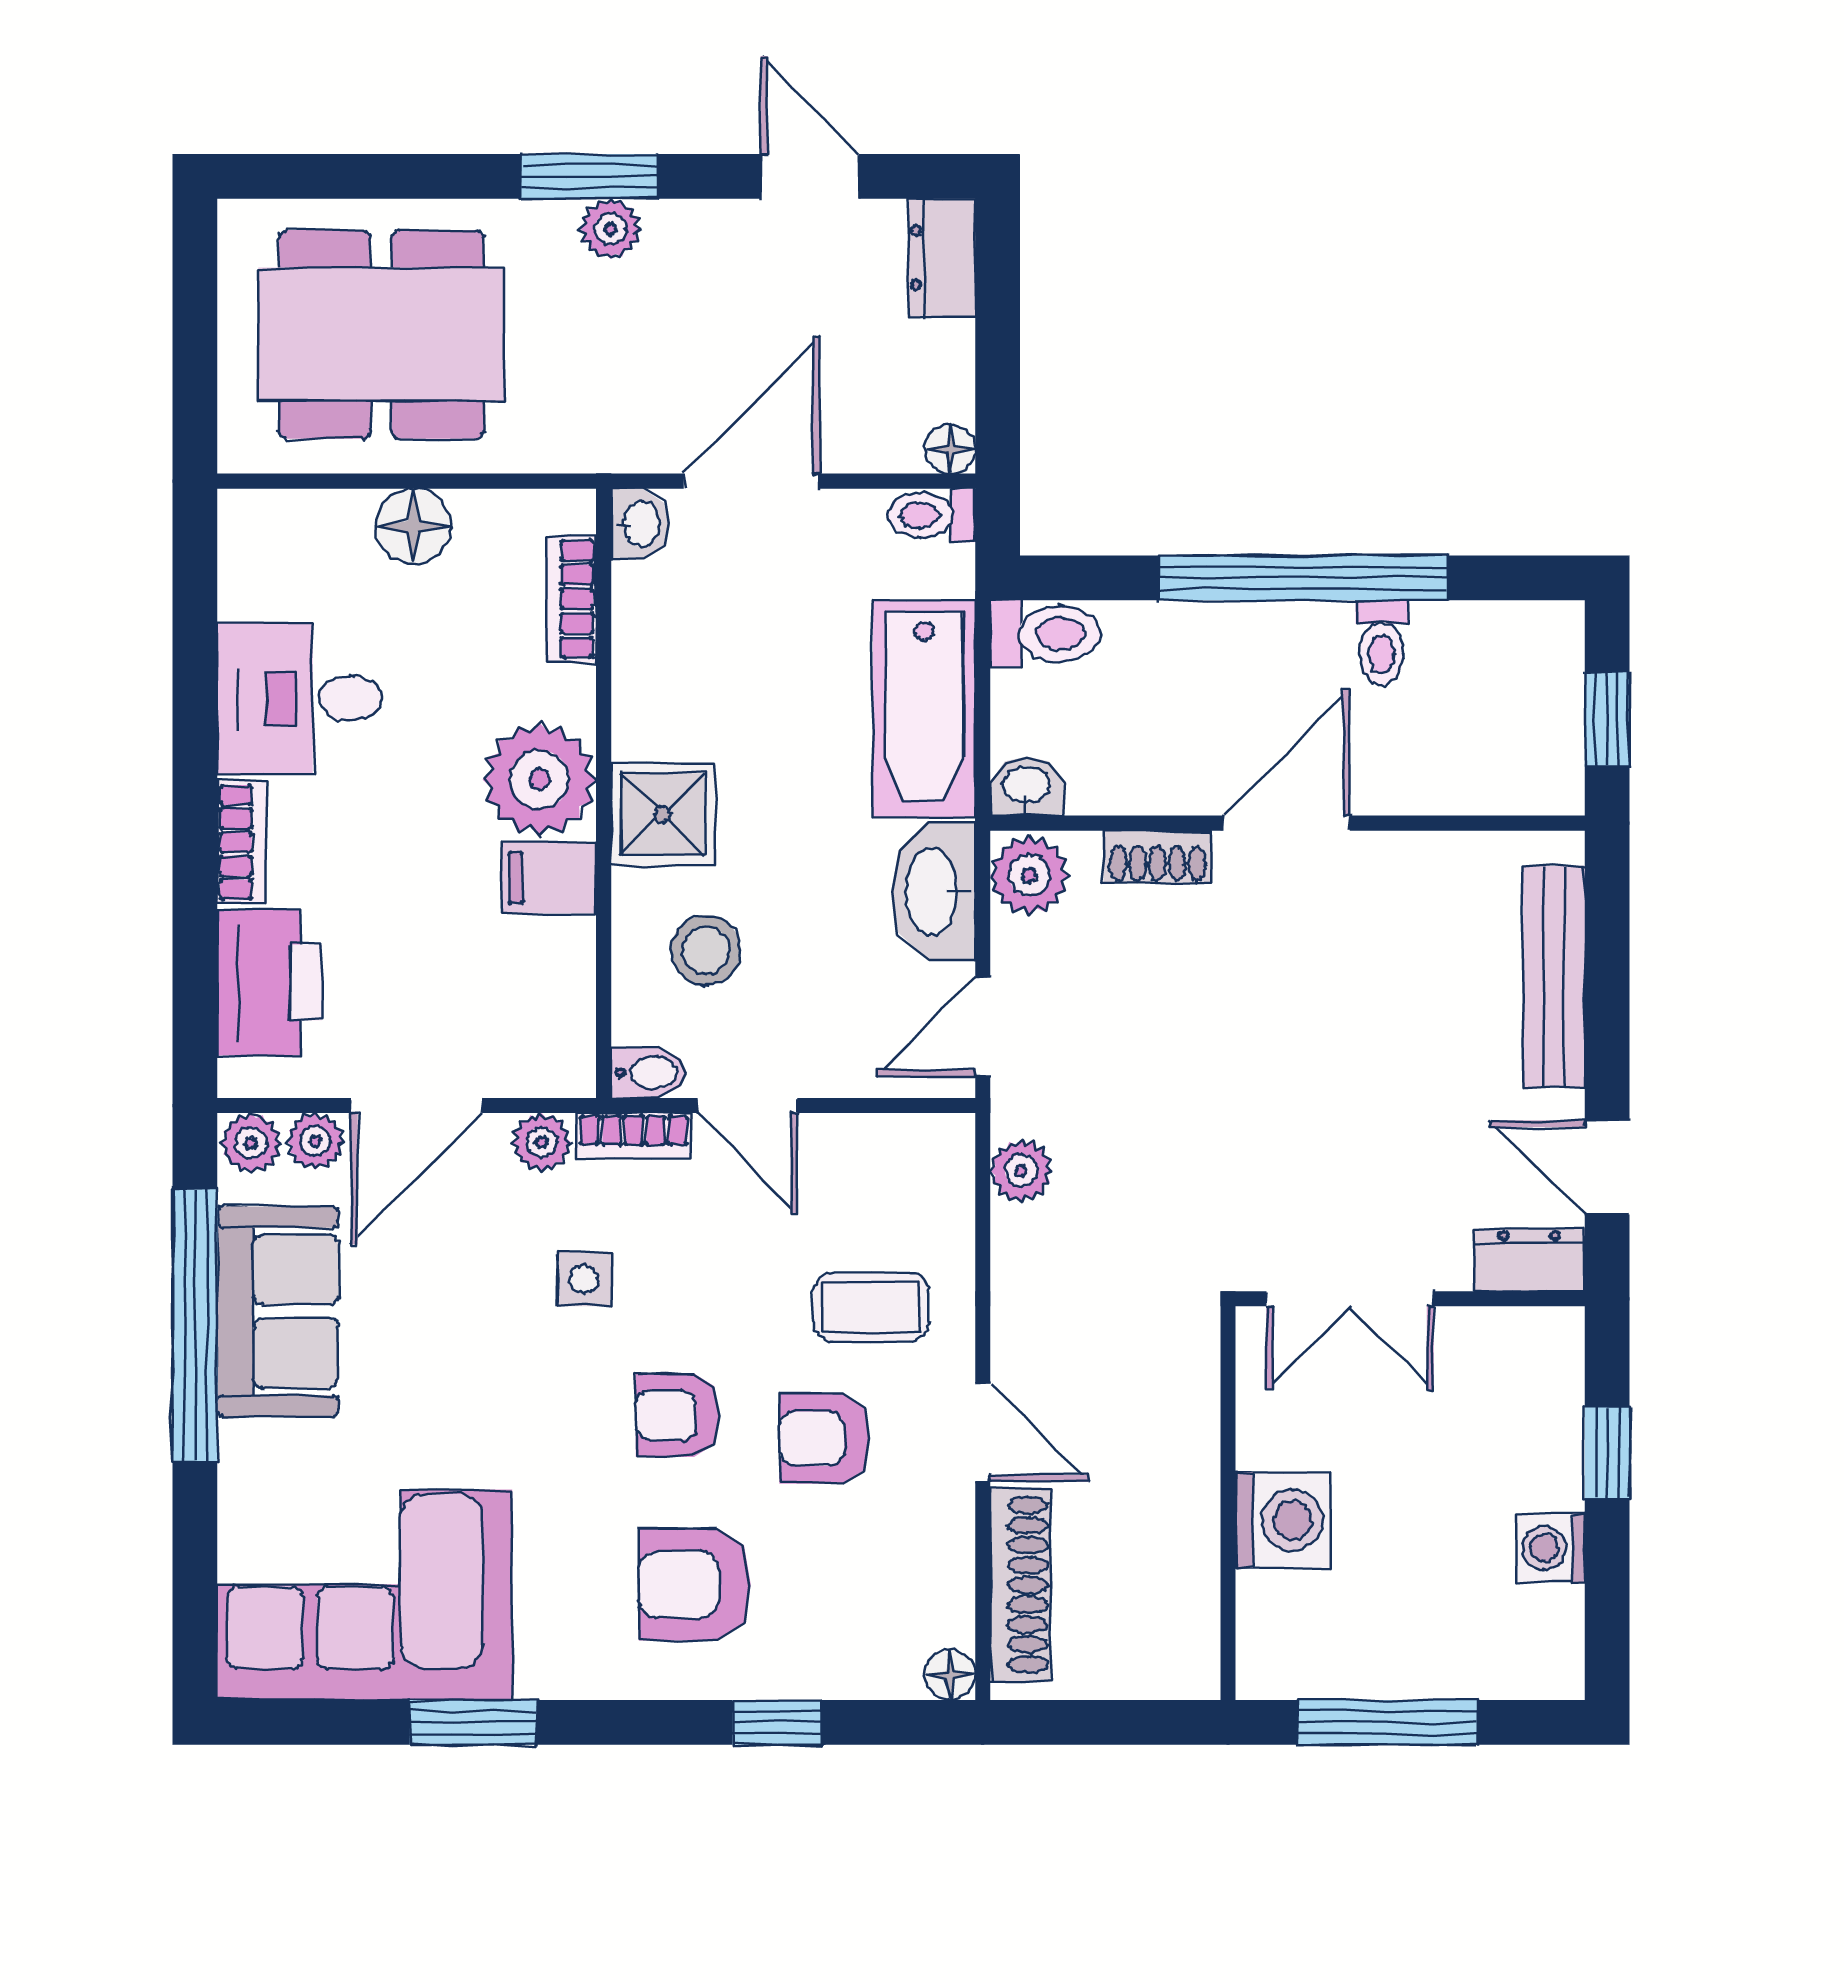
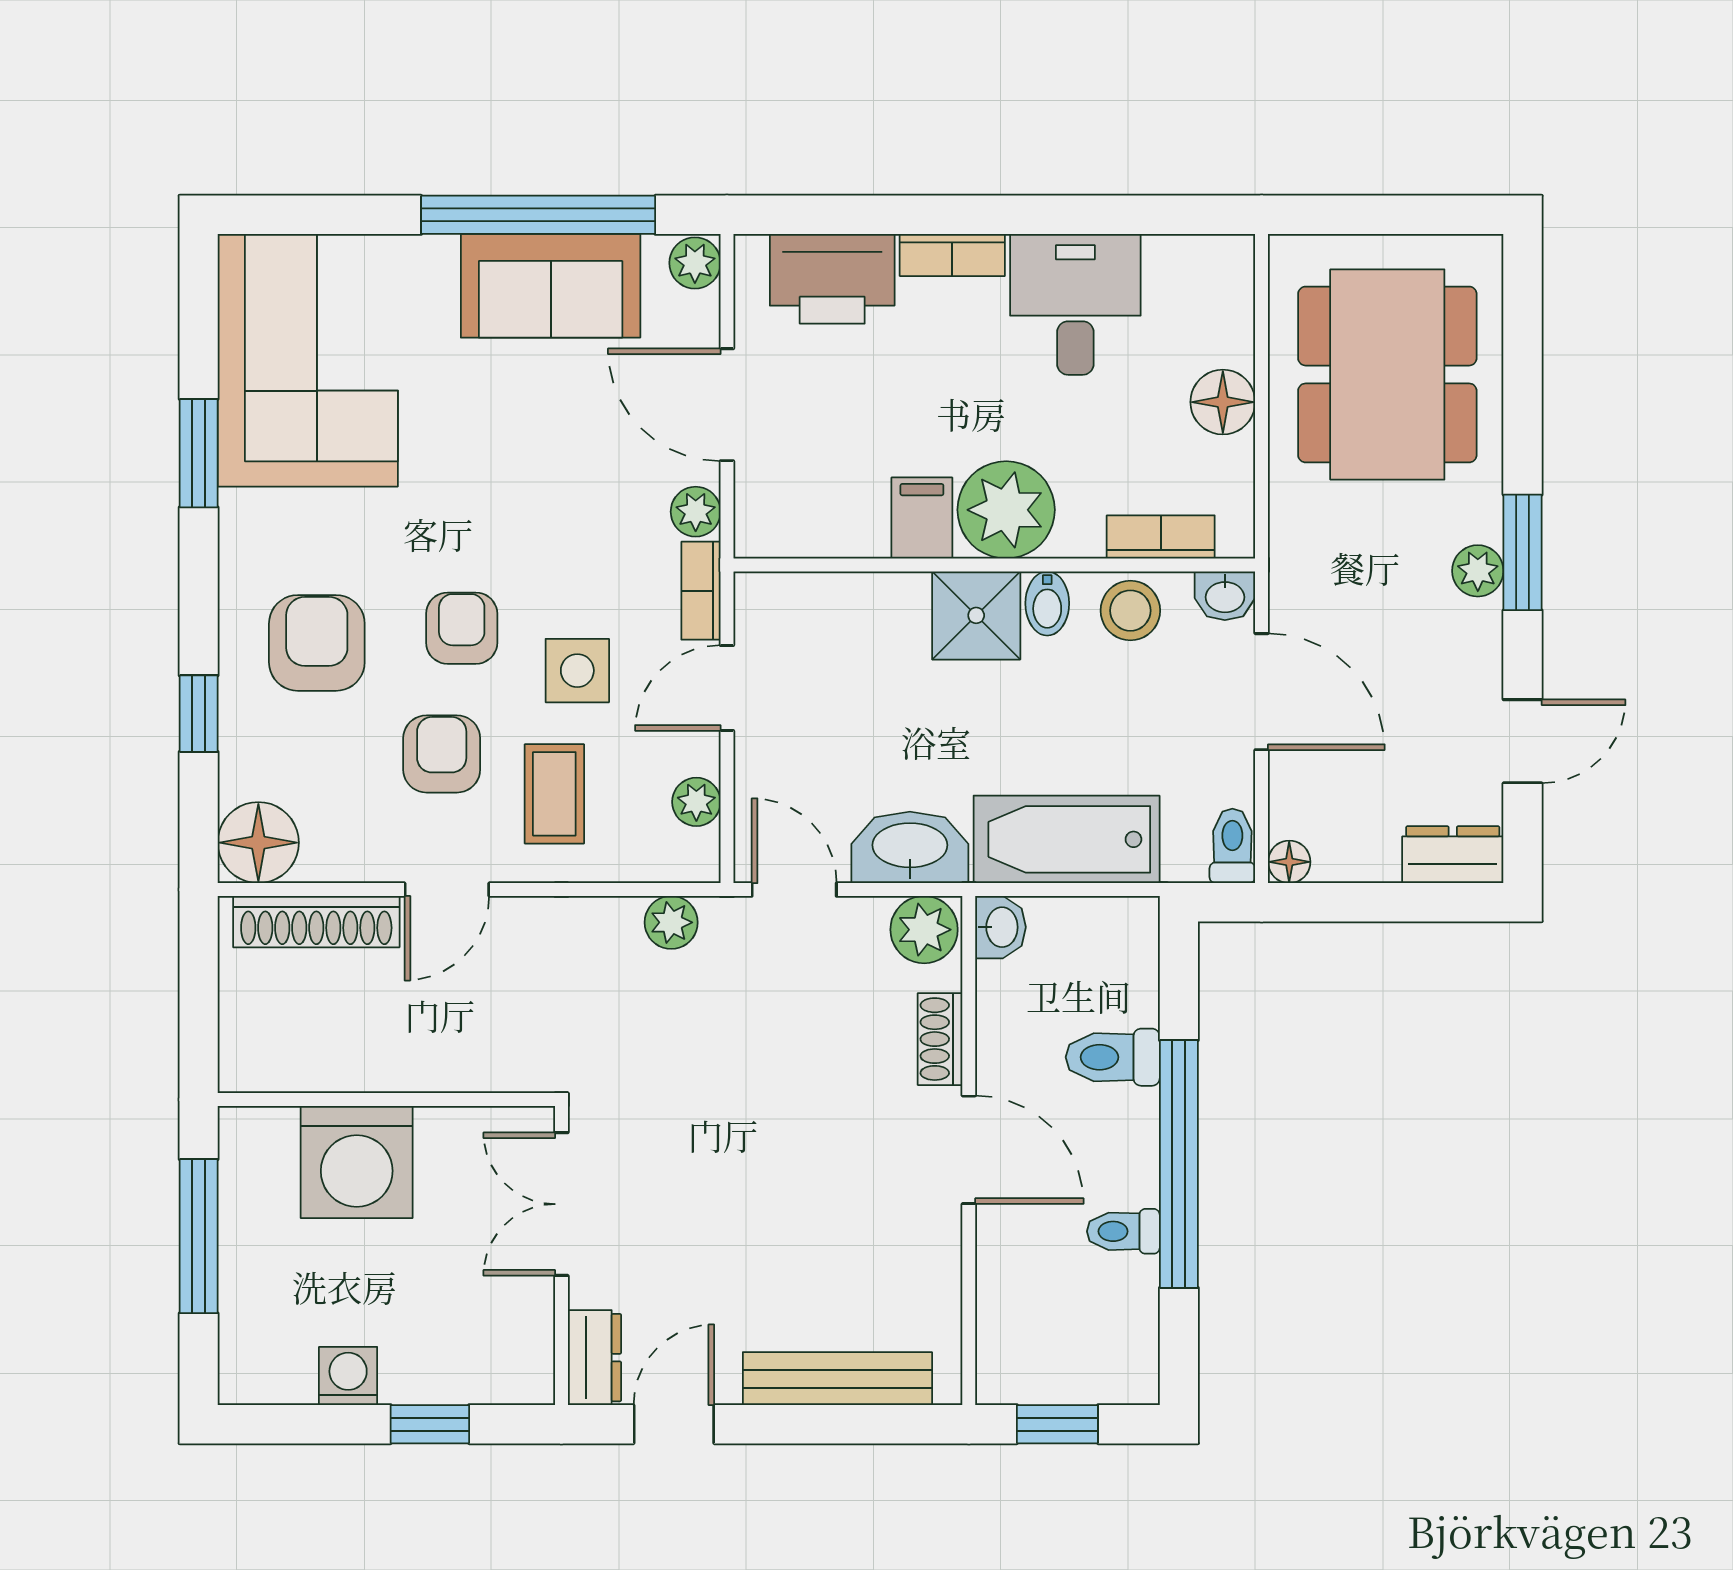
toilet: (1045, 634) -> (1113, 1057), moved, turned 90
stool: (706, 950) -> (1130, 611), moved
bidet: (649, 1073) -> (1047, 603), moved
plant: (315, 1141) -> (696, 802), moved
side table: (584, 1279) -> (577, 671), moved, width x1.37, depth x1.37
washing machine: (1283, 1520) -> (357, 1162), width x1.37, depth x1.37
floor lamp: (950, 1675) -> (258, 843), width x1.89, depth x1.89

